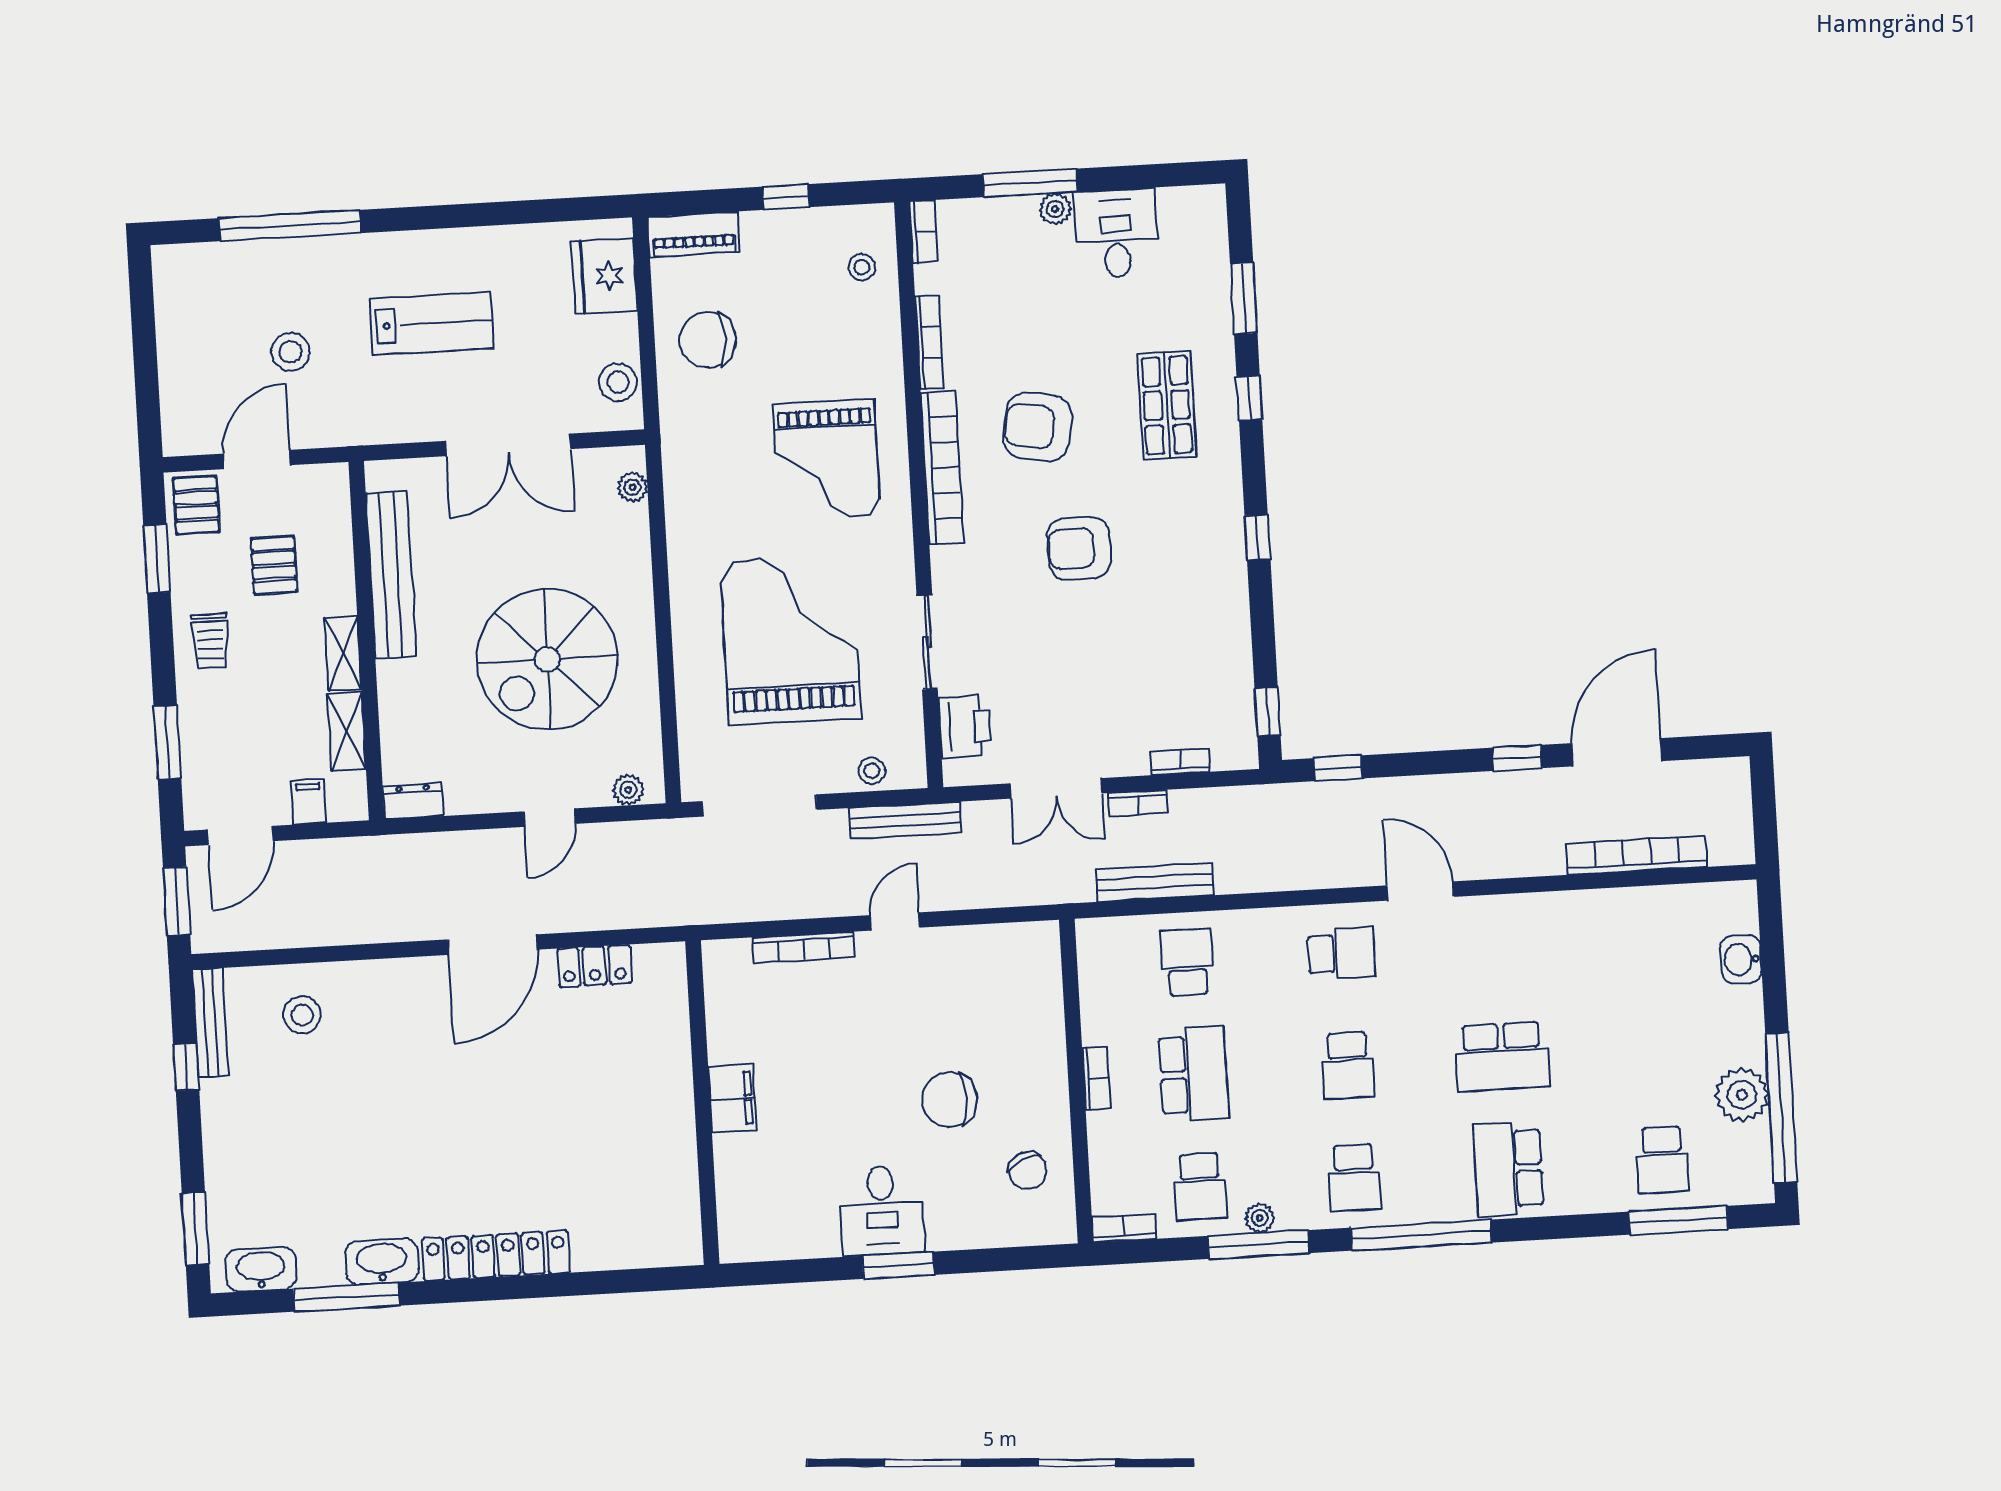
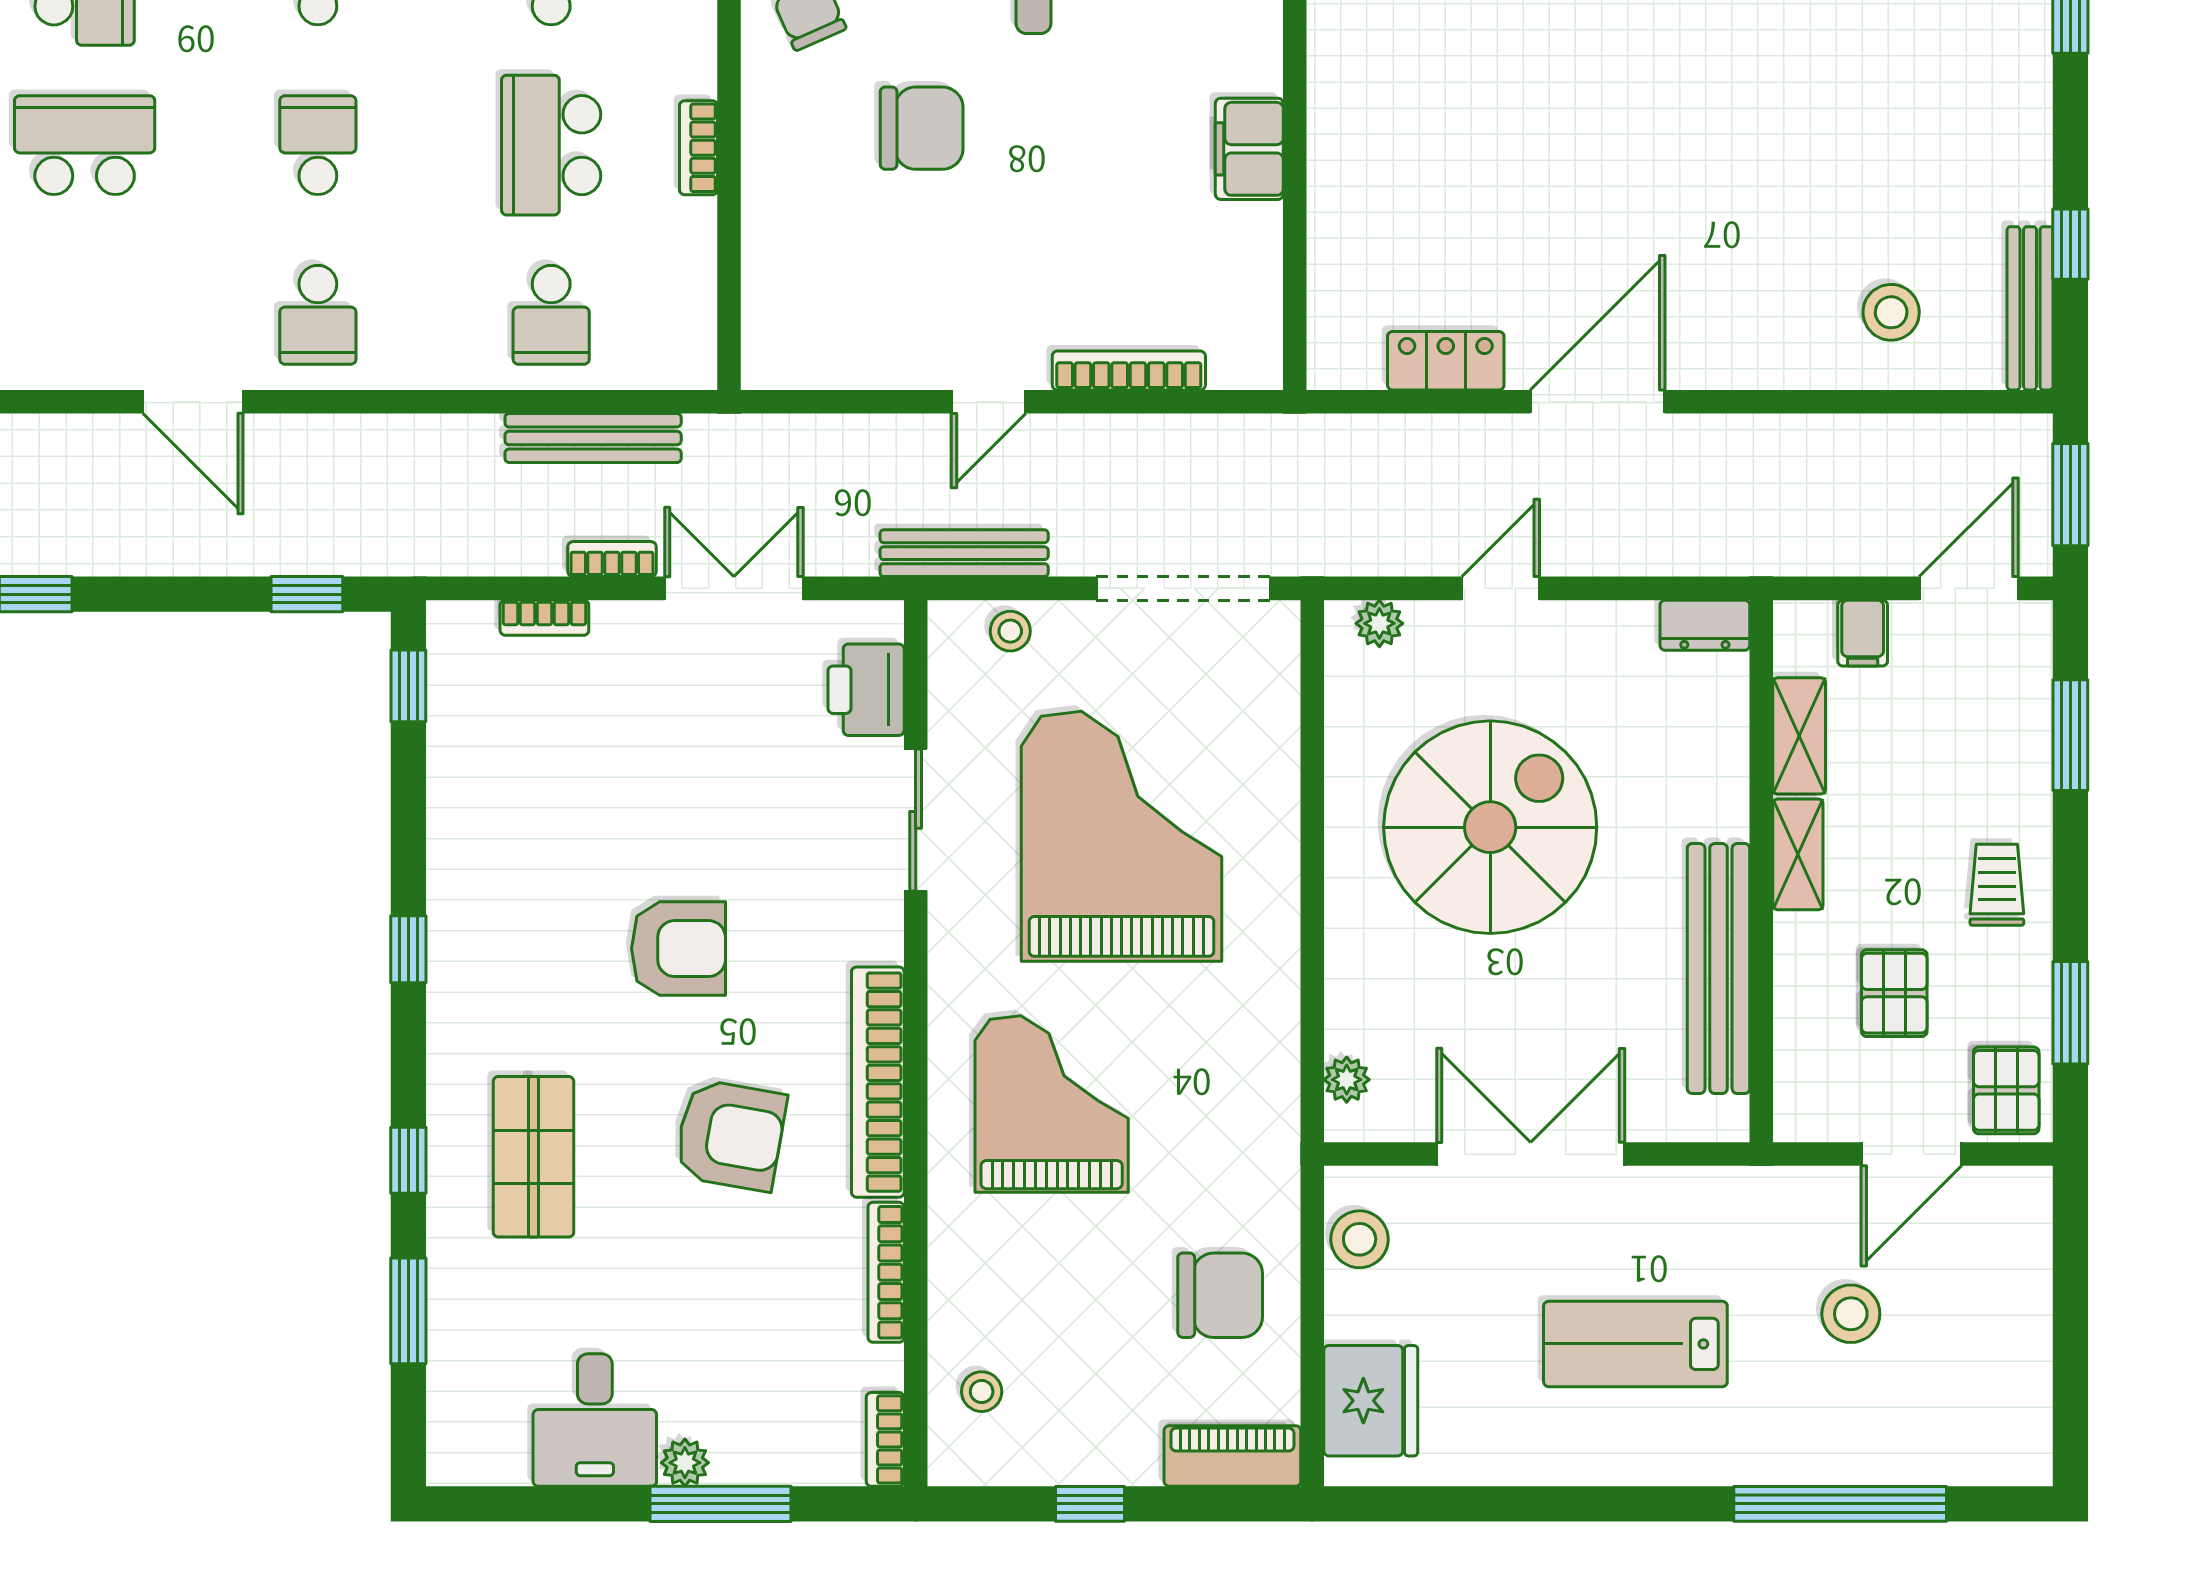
grand piano: (791, 639) -> (1122, 836), turned 180
school desk: (1341, 953) -> (318, 315), turned -90

